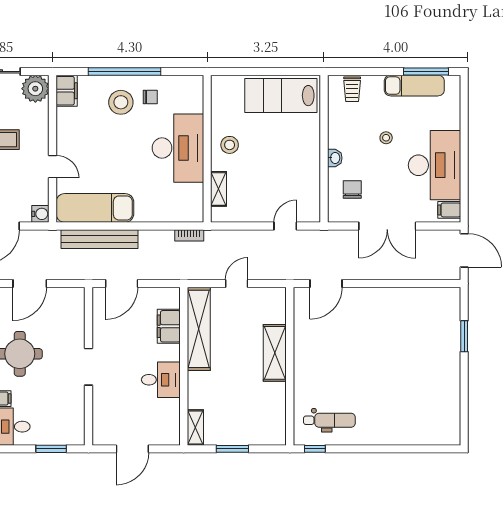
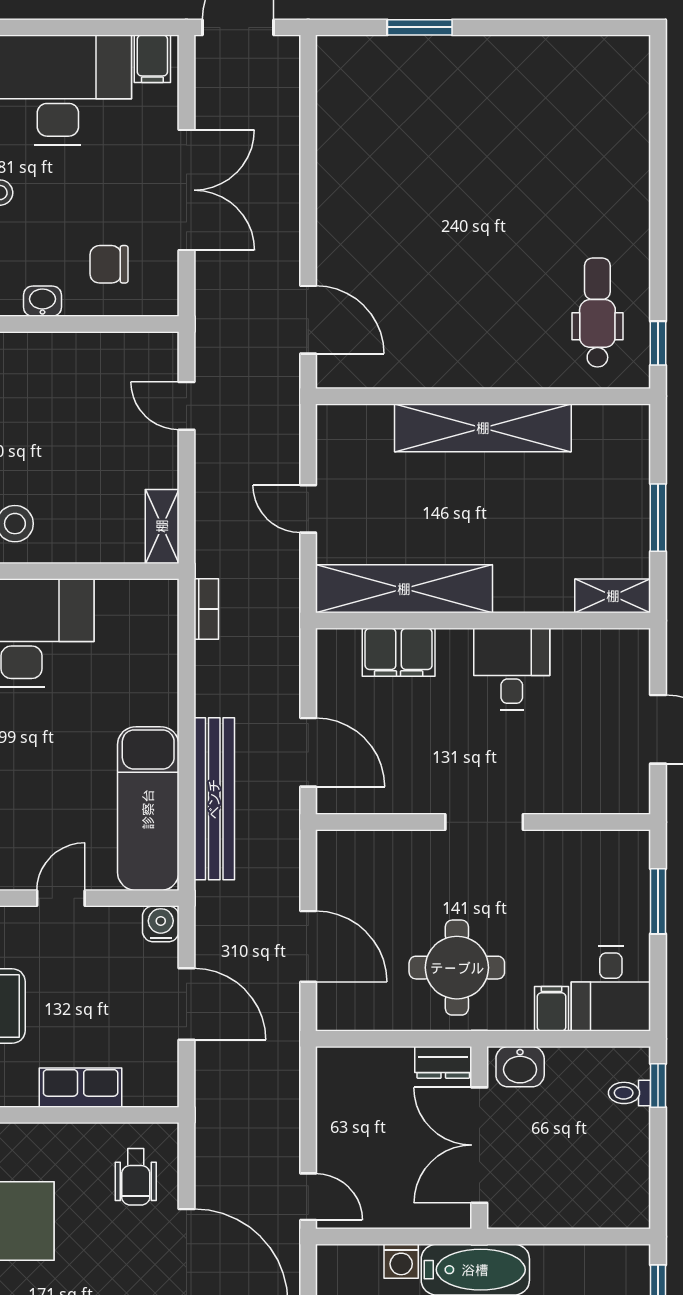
shelving: (219, 189) -> (162, 526), moved, turned 90
shelving: (275, 353) -> (483, 428), width x1.47

